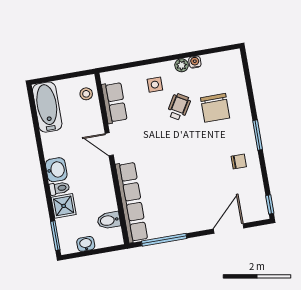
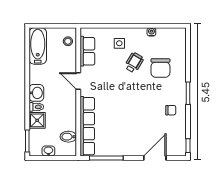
plant: (182, 65) -> (141, 33), removed

